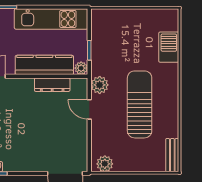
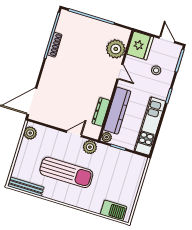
barbecue: (169, 47) -> (114, 211), moved
bench: (172, 155) -> (26, 187), width x1.36

